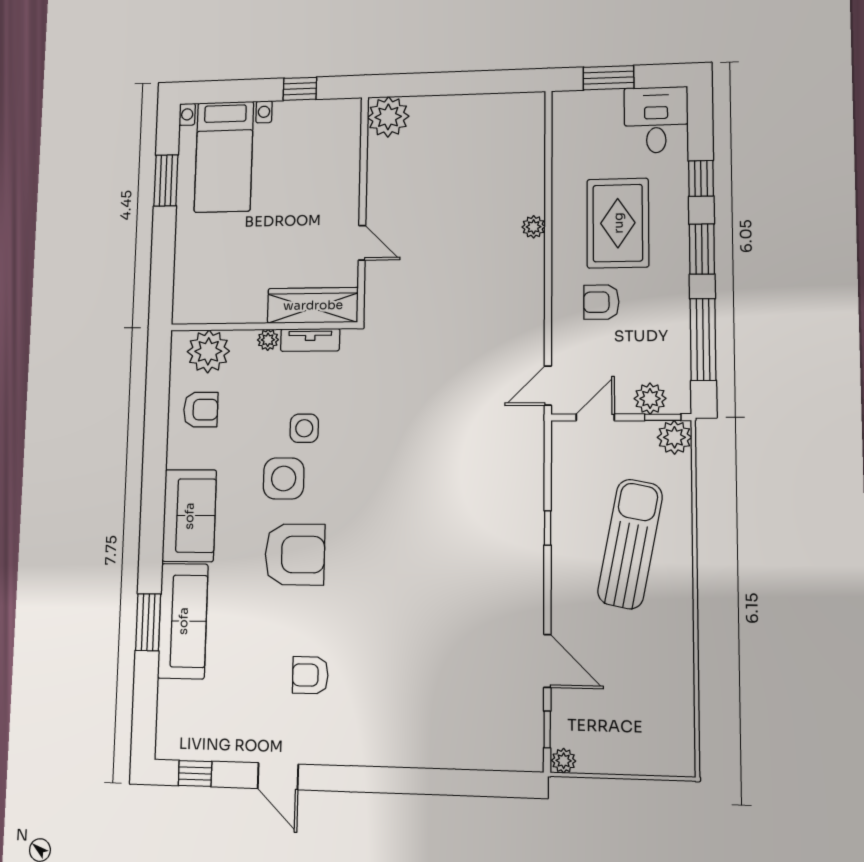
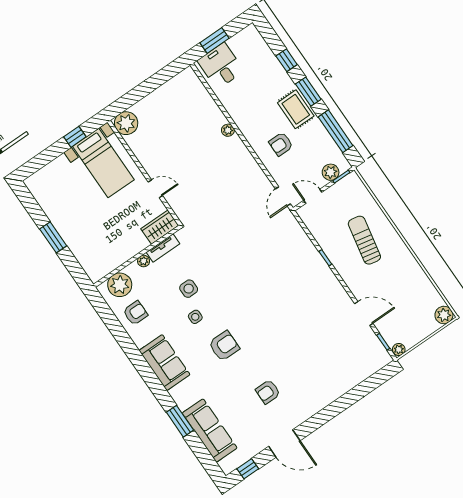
desk: (656, 120) -> (221, 66), moved
bed with nightstands: (224, 157) -> (103, 163), moved
window: (166, 180) -> (53, 237), moved
rug: (618, 223) -> (296, 109), moved, width x0.73, depth x0.70
wardrobe: (313, 305) -> (160, 227), width x0.67
door: (595, 417) -> (313, 196), hinge flipped
plant: (674, 437) -> (444, 315), moved
side table: (284, 478) -> (195, 317), width x0.54, depth x0.54
sun lounger: (630, 544) -> (364, 240), width x0.73, depth x0.75
armchair: (295, 554) -> (224, 346), width x0.73, depth x0.73
sofa: (183, 621) -> (210, 431), moved
door: (278, 776) -> (284, 443), width x1.38

